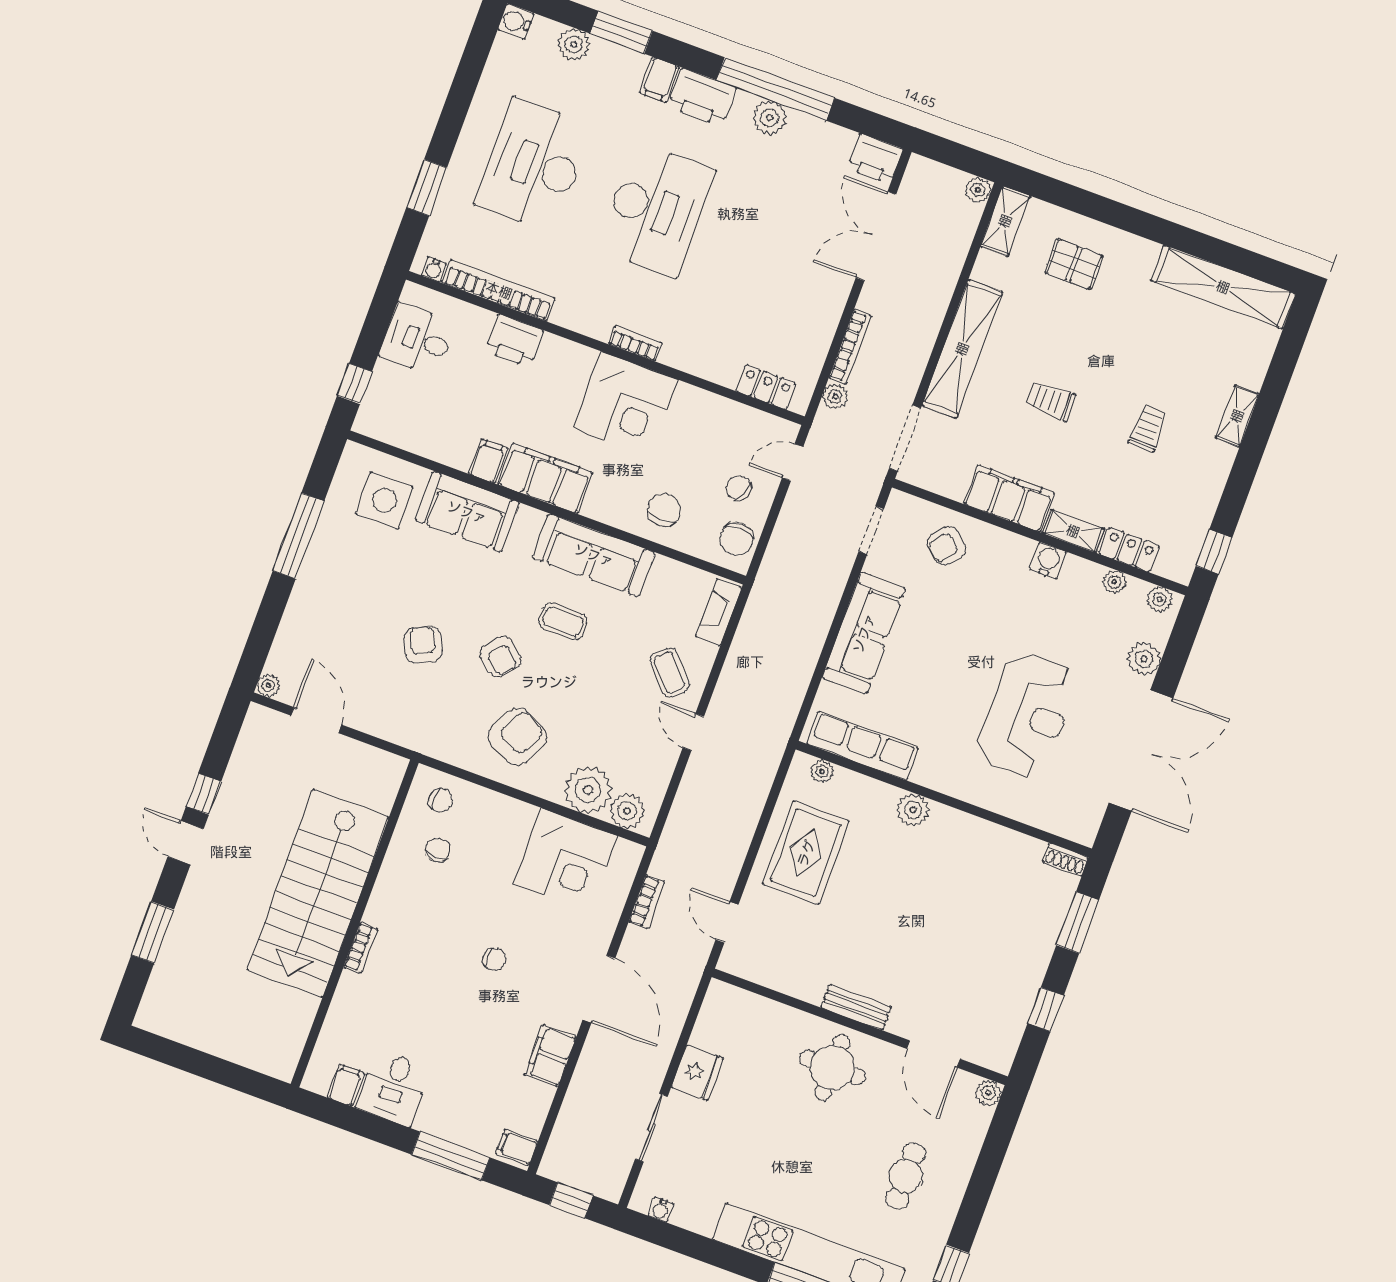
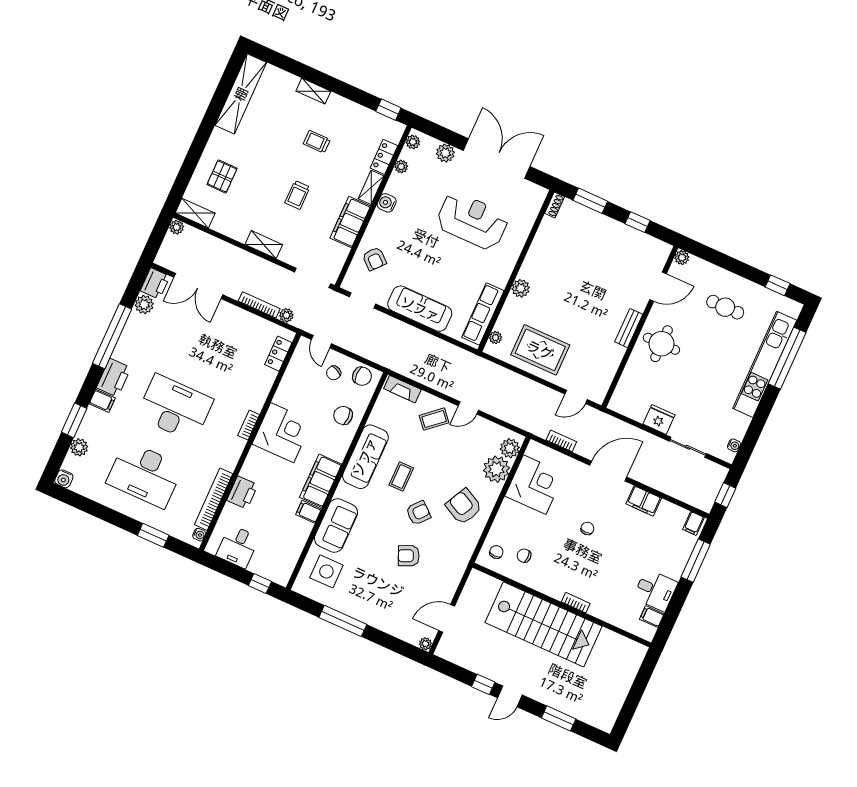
plant: (769, 118) -> (144, 305), moved
shelving: (962, 349) -> (264, 245), width x0.45, depth x0.75

